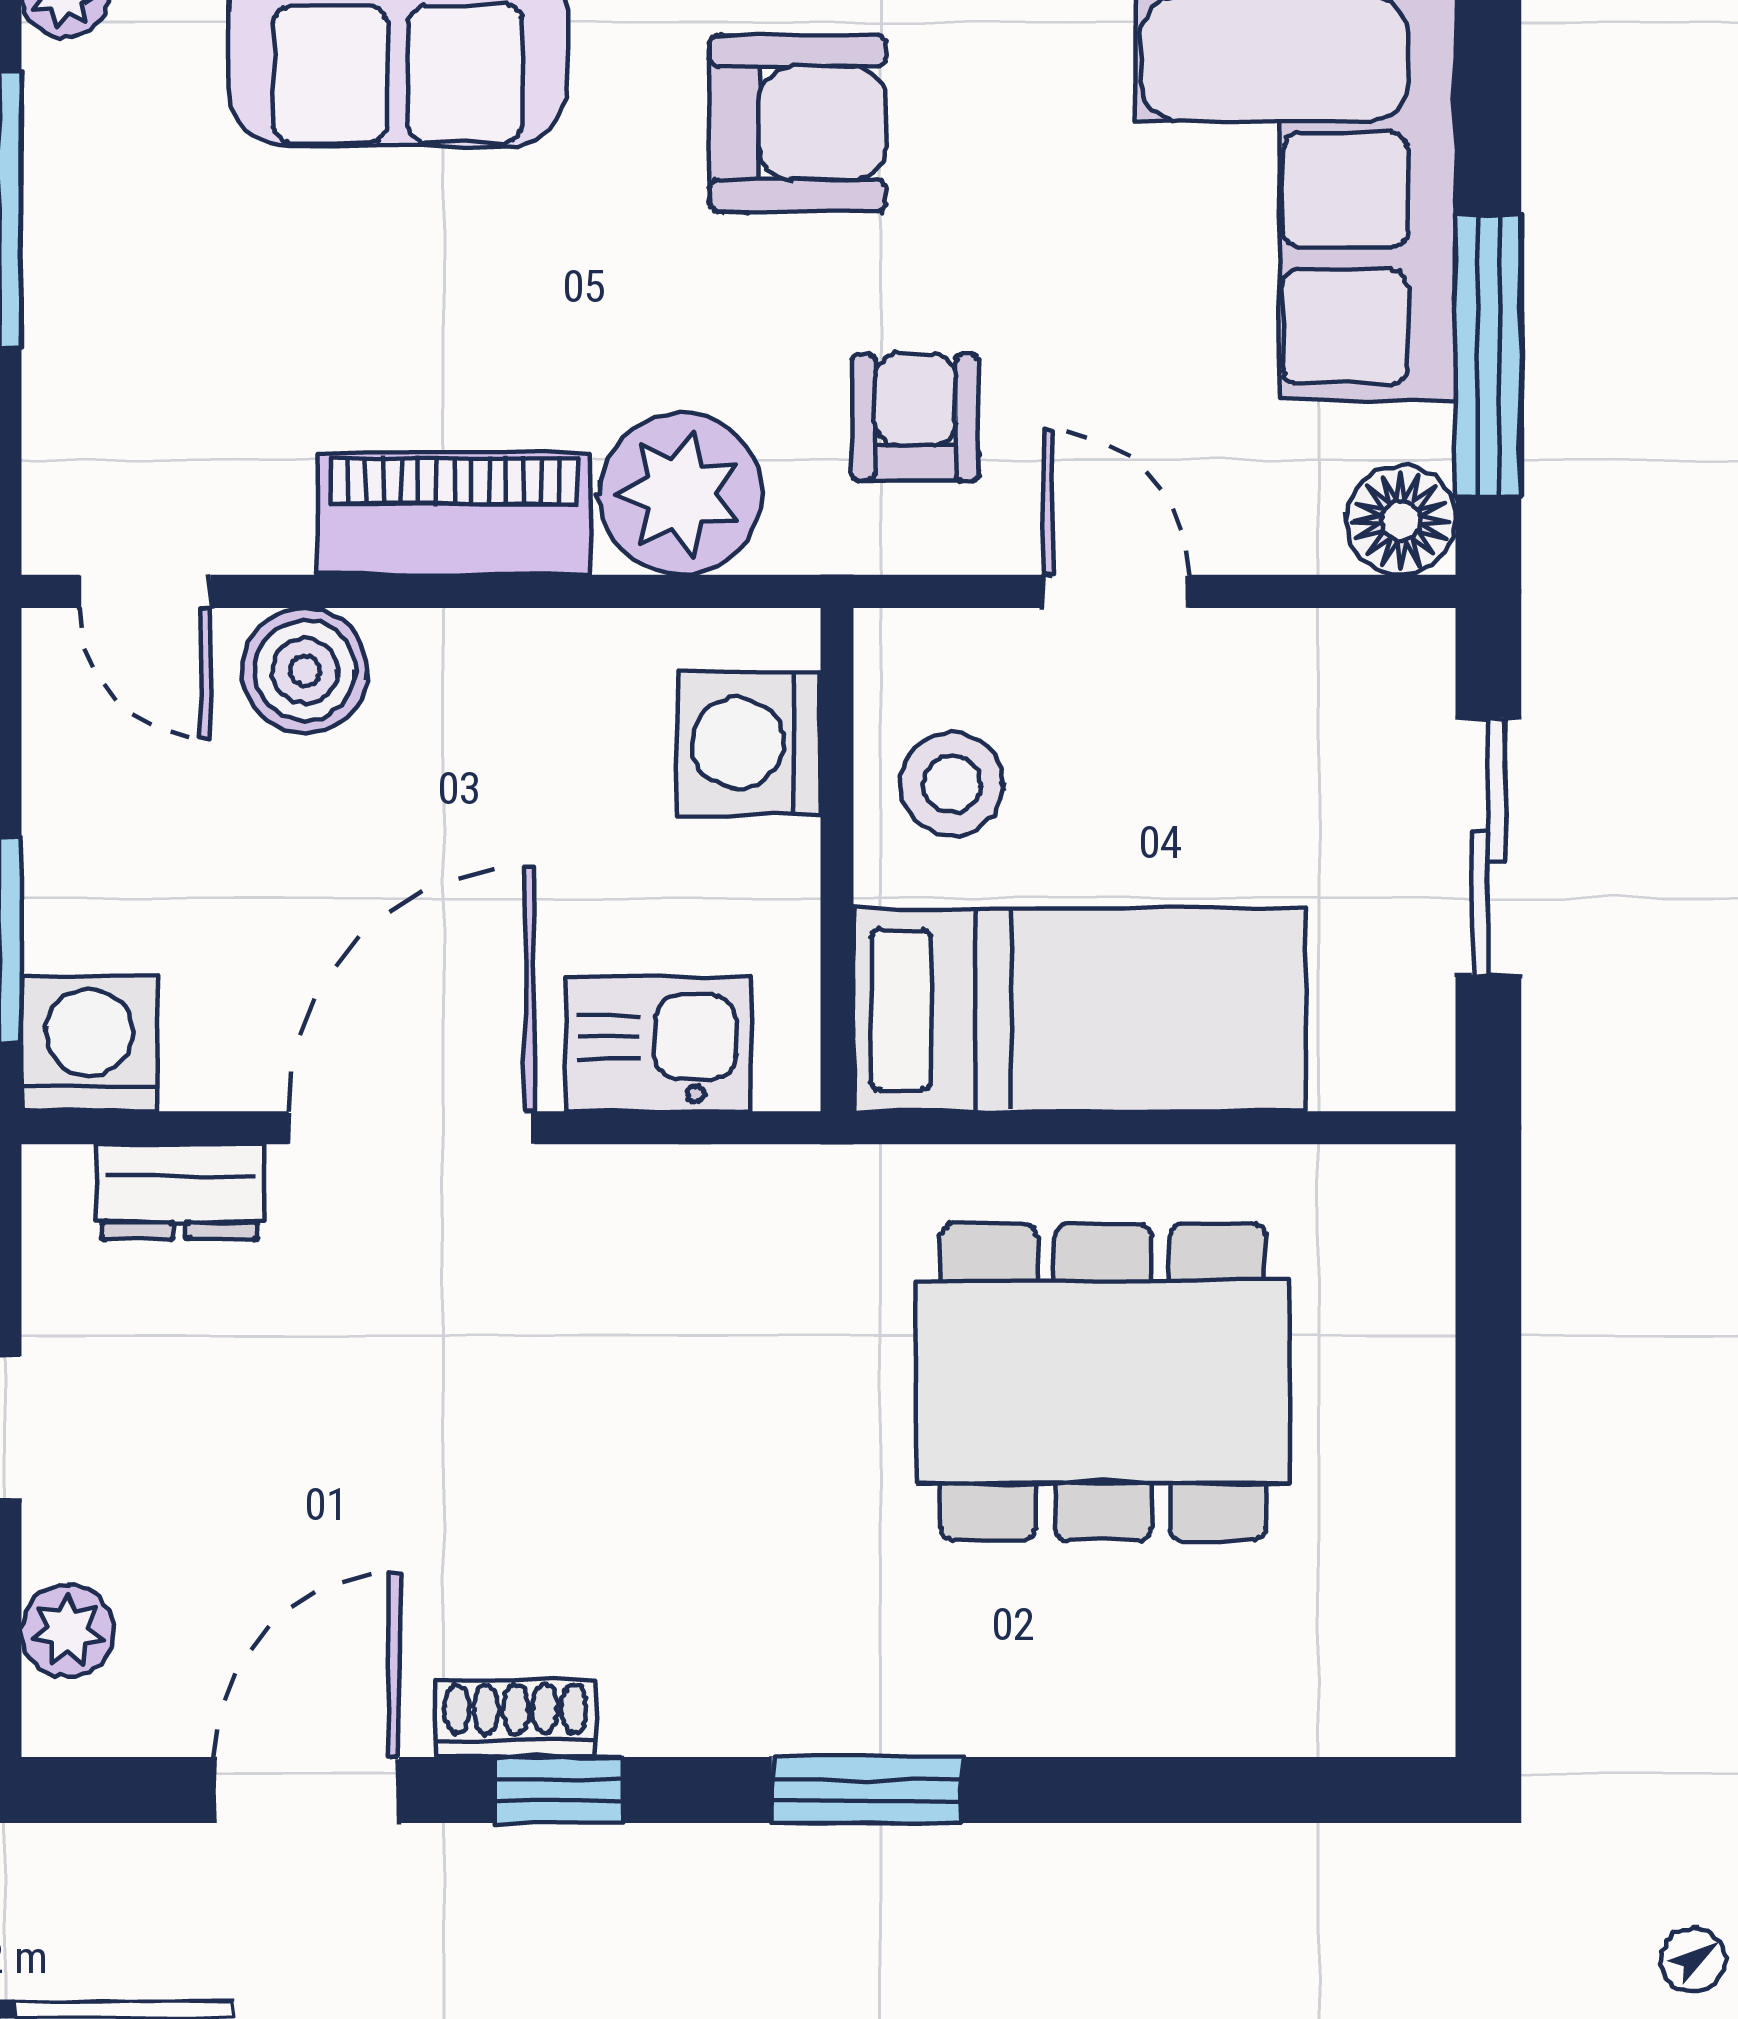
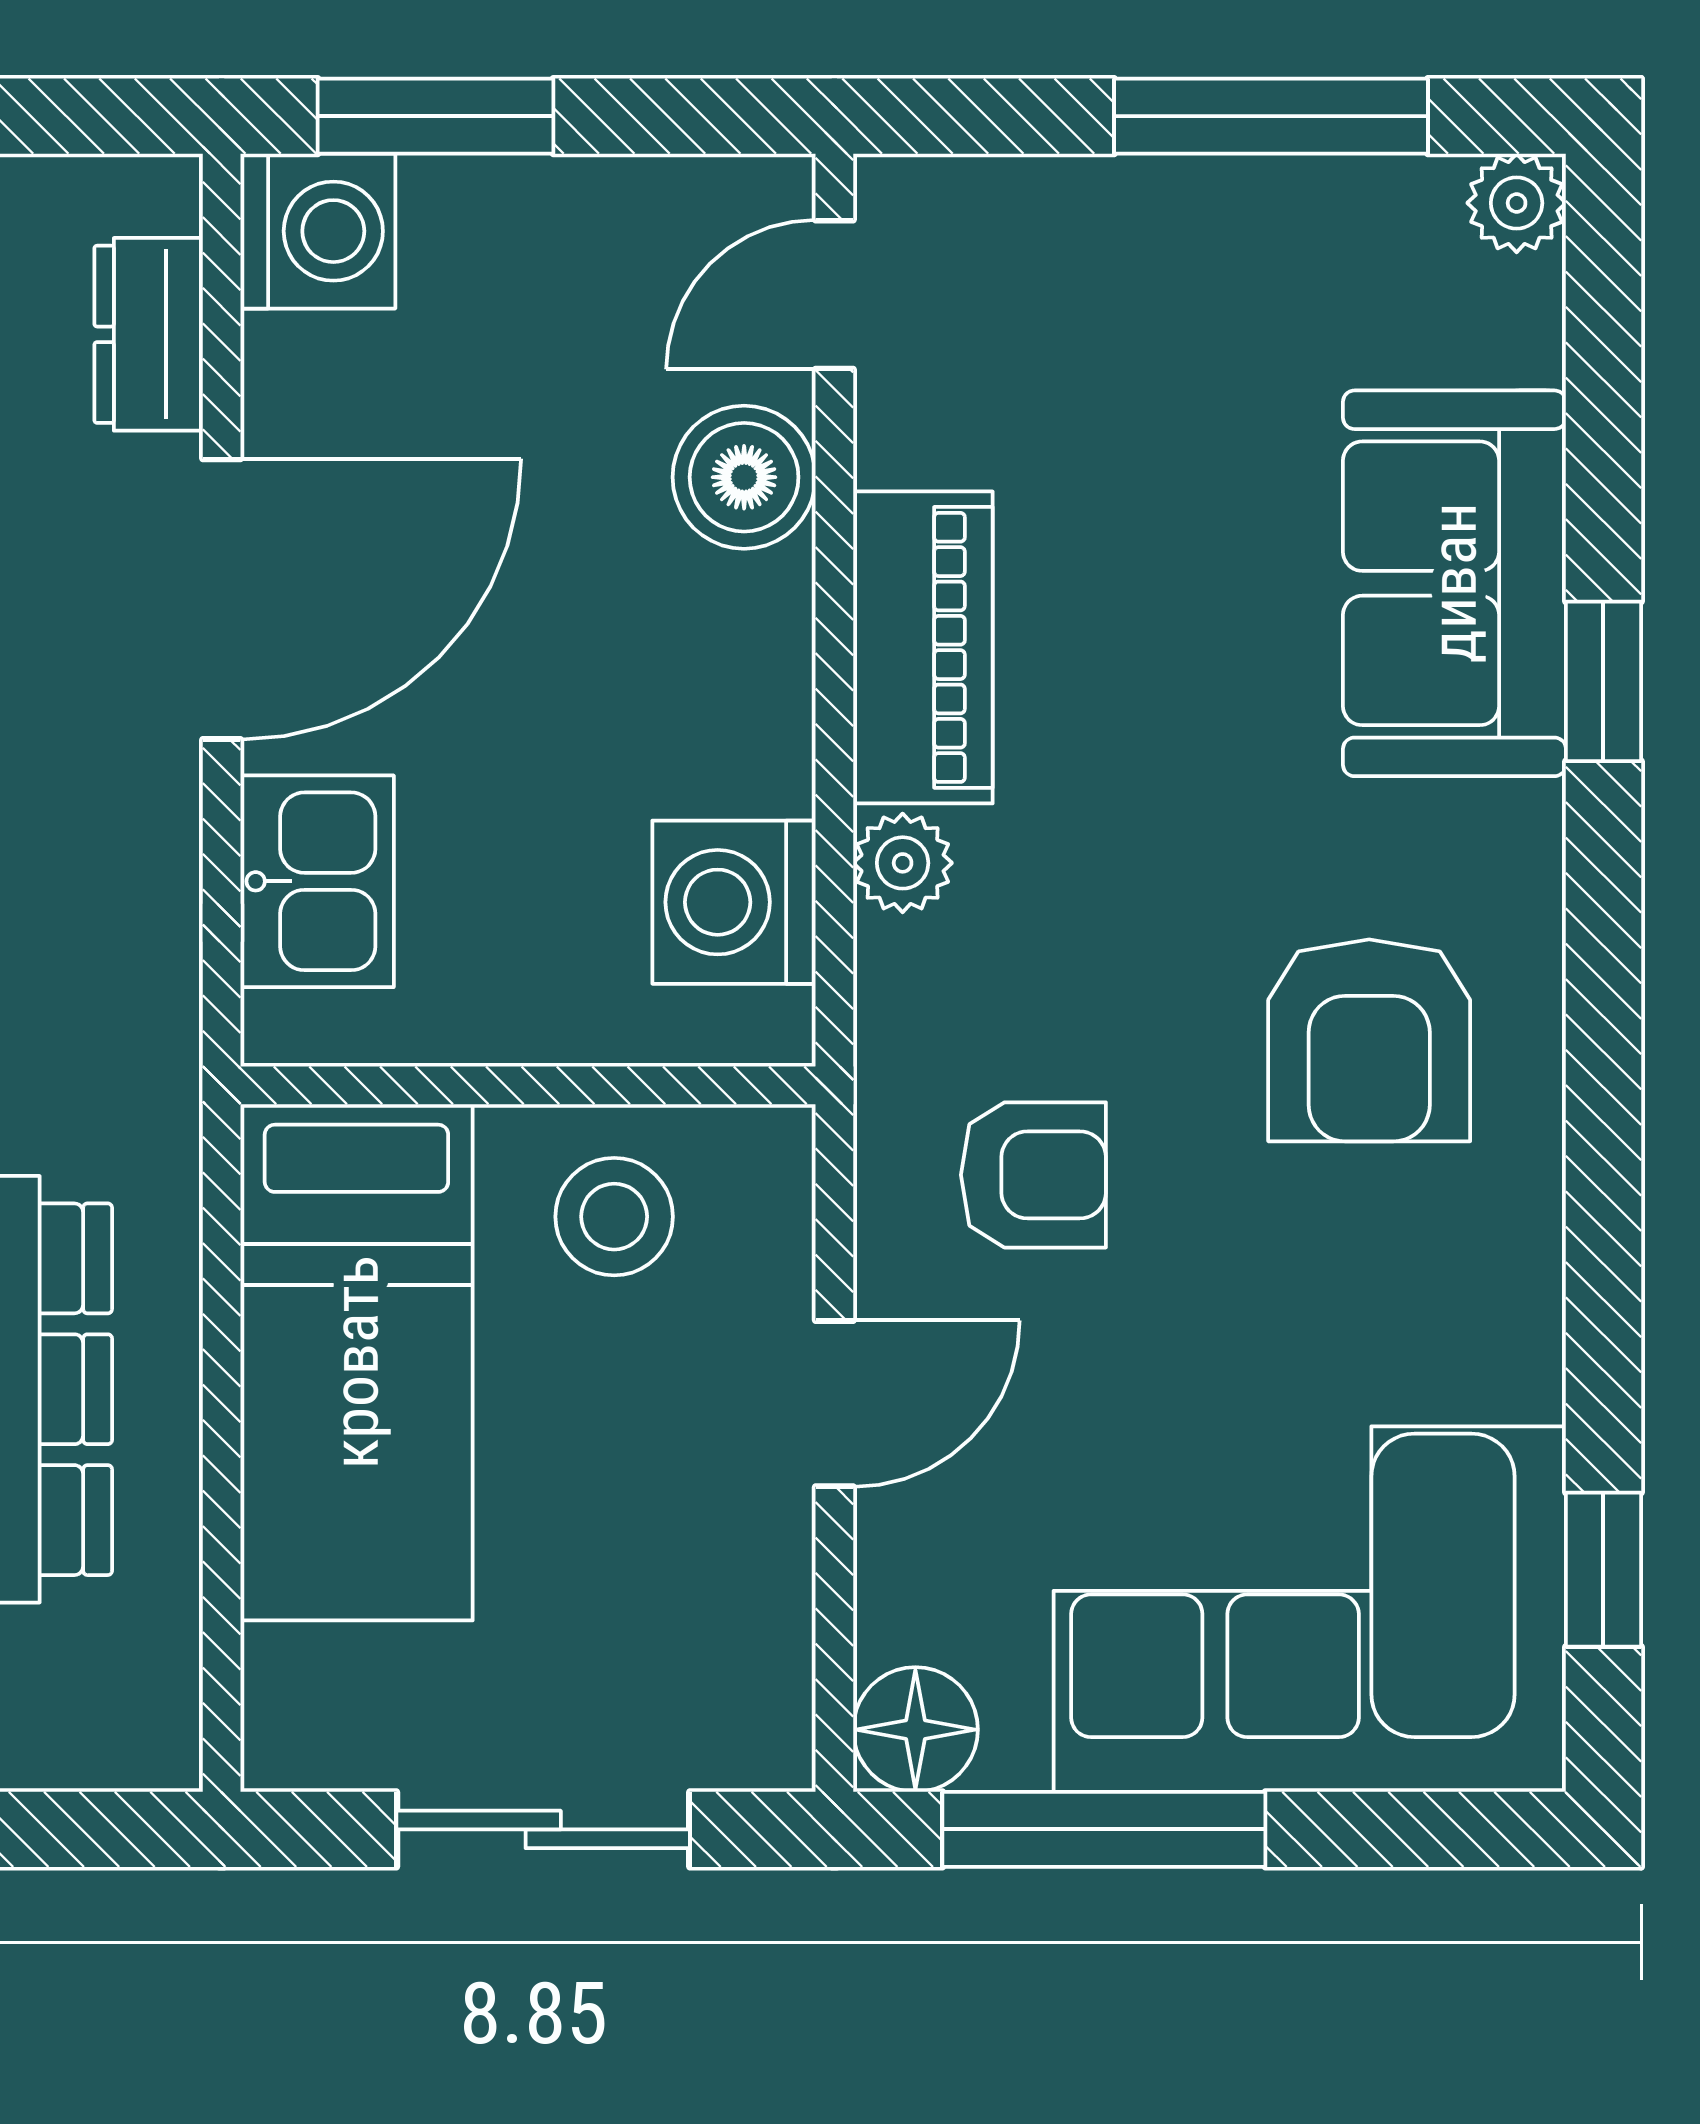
plant: (680, 494) -> (903, 863), width x0.53, depth x0.53
washing machine: (749, 743) -> (734, 902), moved, turned -90
door: (411, 1128) -> (222, 599), hinge flipped

